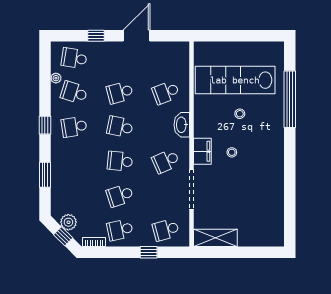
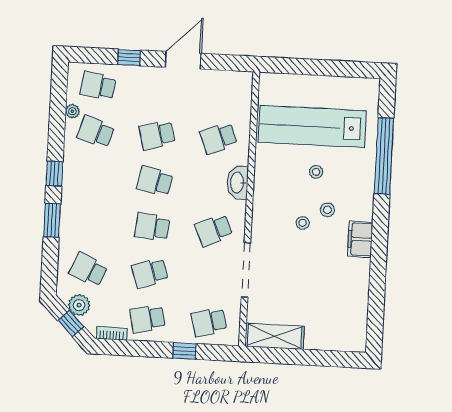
school desk: (74, 127) -> (88, 270), moved, turned 33
stool: (250, 142) -> (327, 210), added
filing cabinet: (202, 151) -> (360, 239), moved, turned 180
window: (45, 175) -> (52, 220), moved

